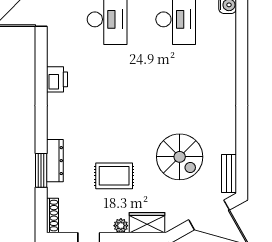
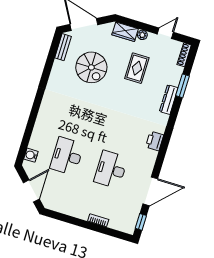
spiral stairs: (180, 157) -> (91, 67), turned 180
dresser: (55, 161) -> (169, 100), moved
rug: (114, 176) -> (137, 68), turned 90

